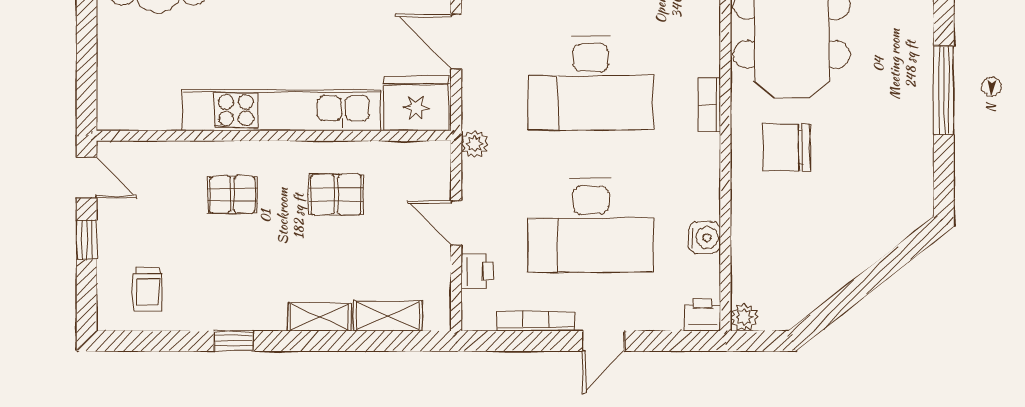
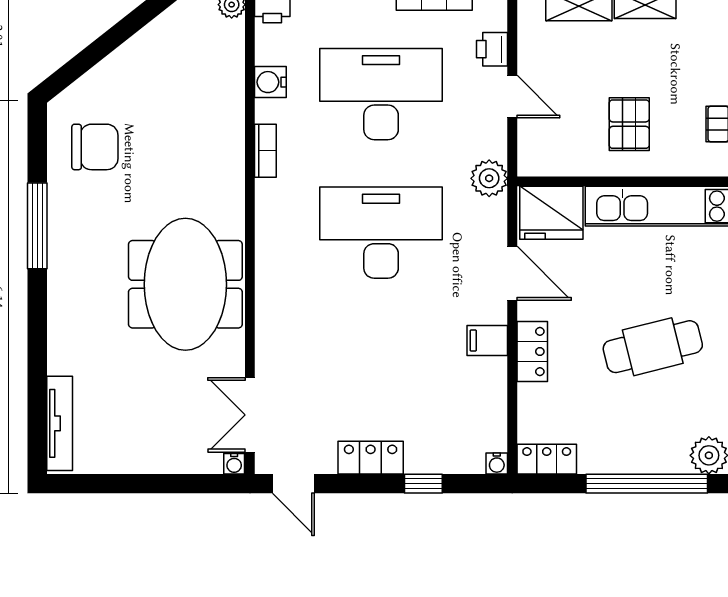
bookcase: (710, 105) -> (265, 151), moved
plant: (475, 144) -> (489, 178), width x1.38, depth x1.38
chair: (786, 148) -> (95, 147), moved
pallet: (336, 194) -> (629, 124), turned 90

